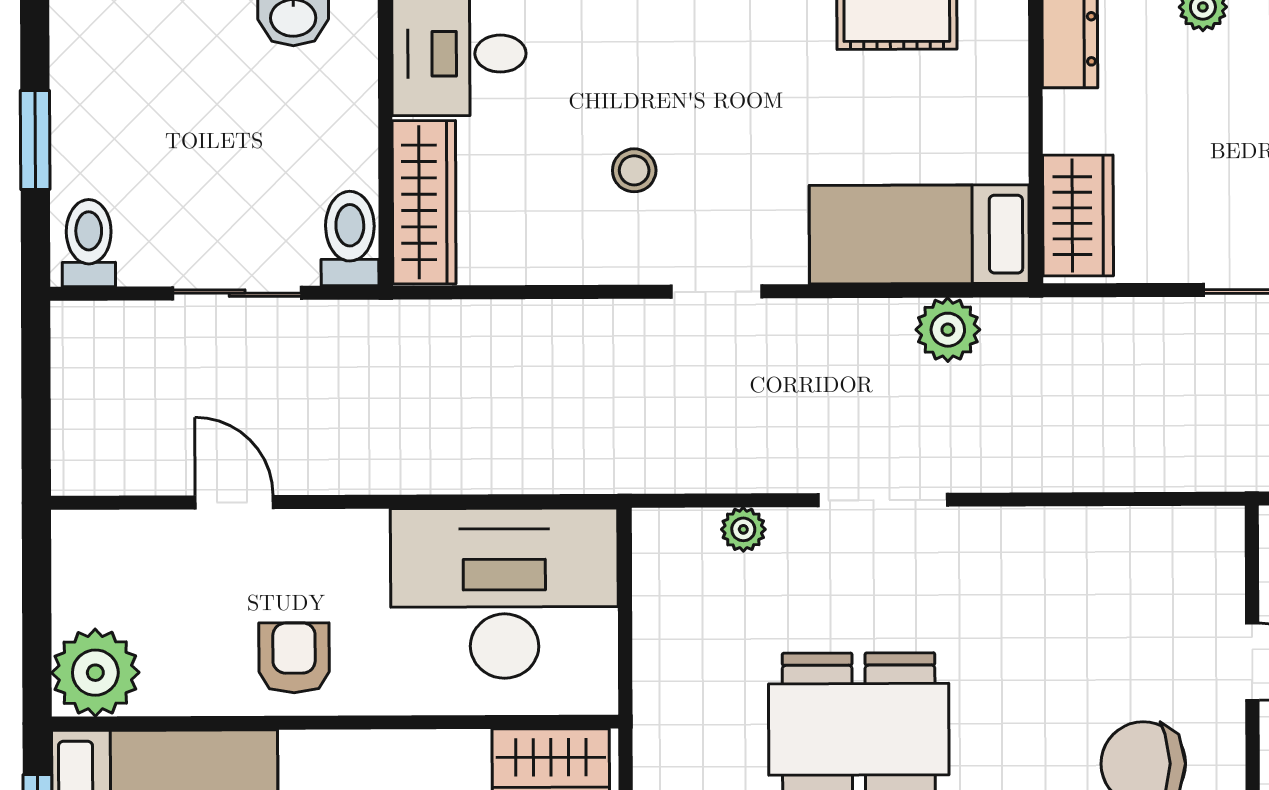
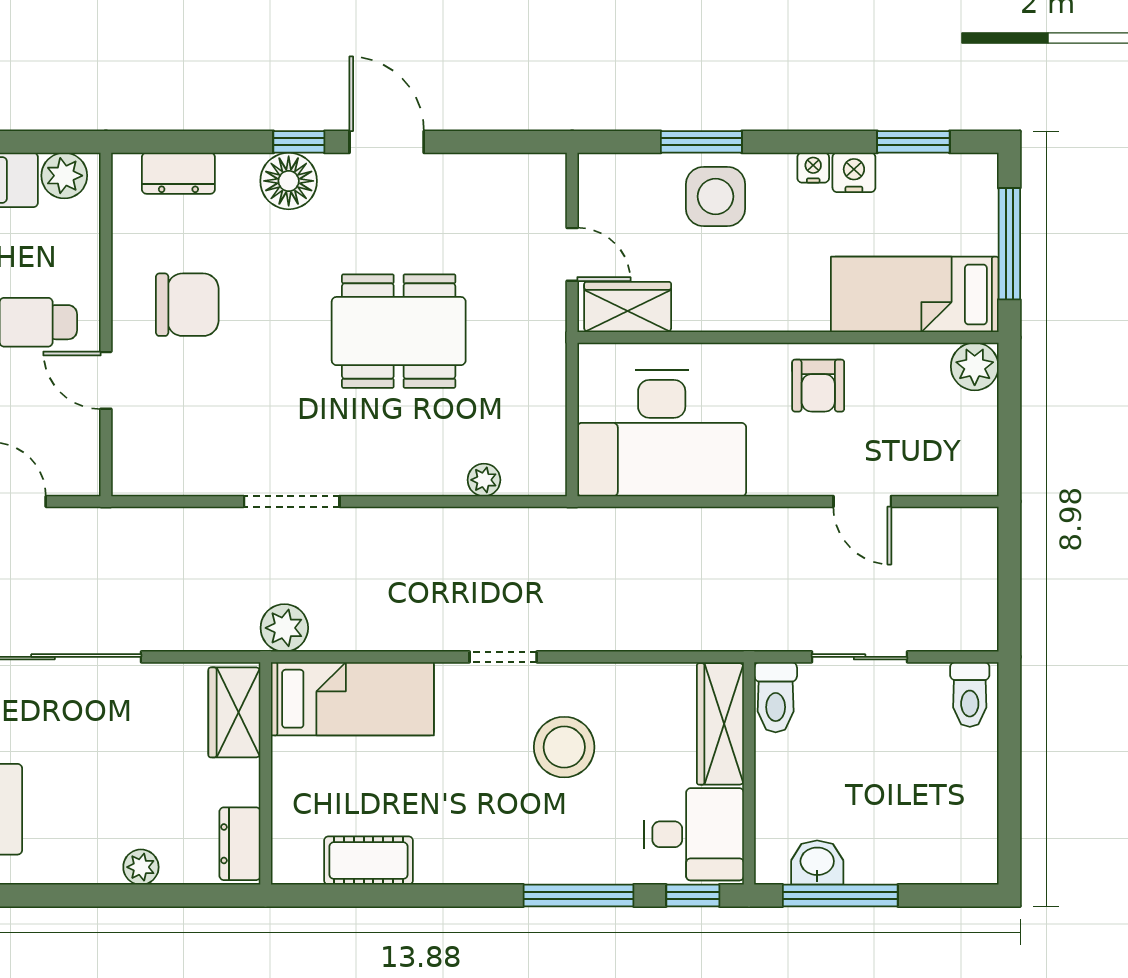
window: (35, 140) -> (1009, 771), removed
stool: (634, 170) -> (564, 747), width x1.89, depth x1.89
plant: (948, 330) -> (284, 628), moved
doorway: (883, 500) -> (292, 501), moved
plant: (95, 673) -> (975, 366), width x0.73, depth x0.73

